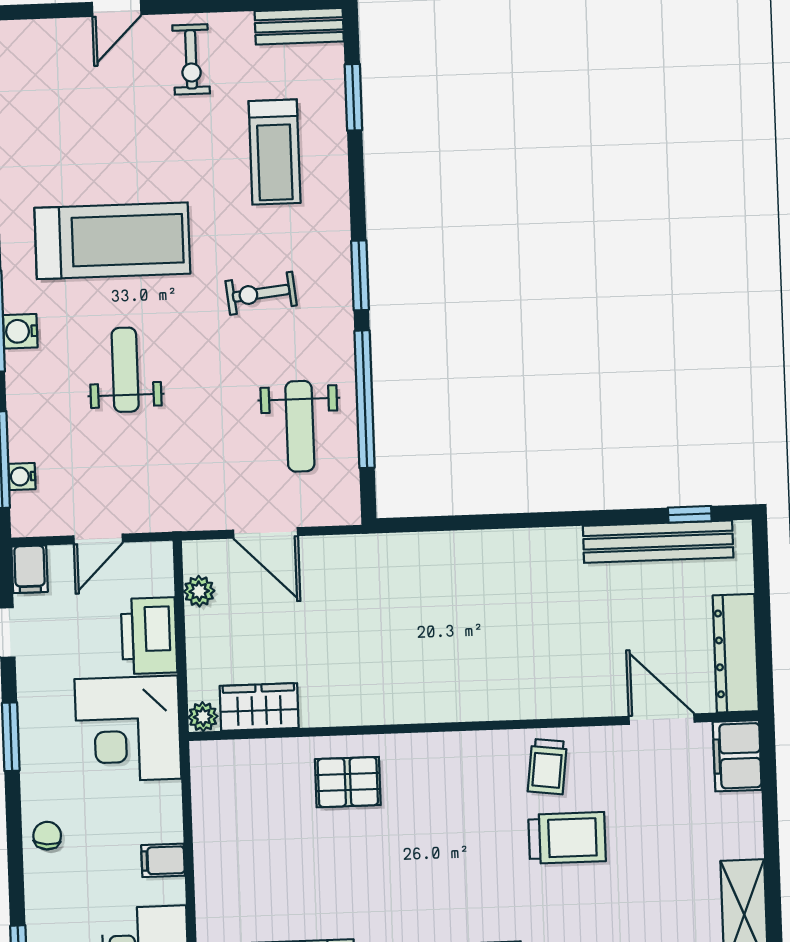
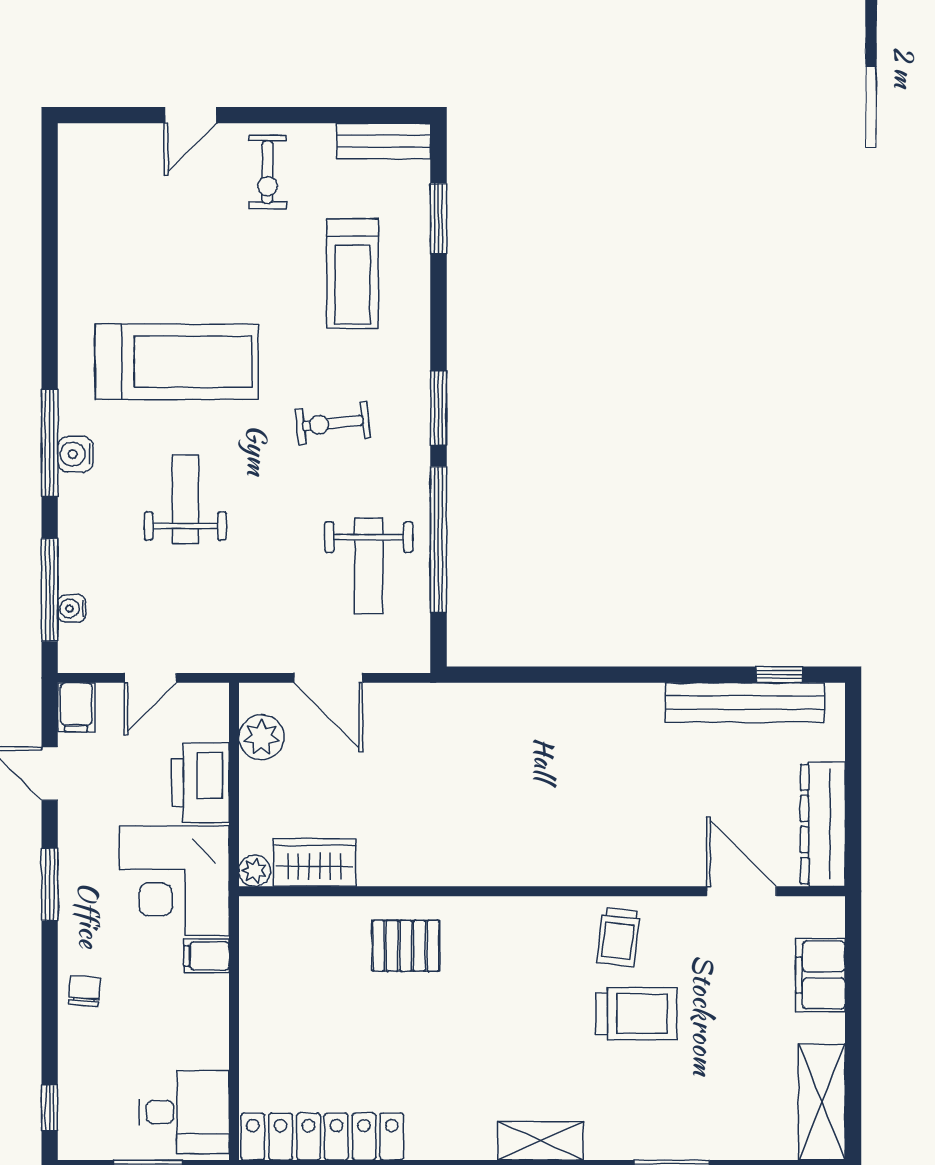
plant: (199, 591) -> (261, 737), width x1.38, depth x1.38
filing cabinet: (737, 756) -> (820, 975), moved
filing cabinet: (163, 860) -> (207, 956), moved

